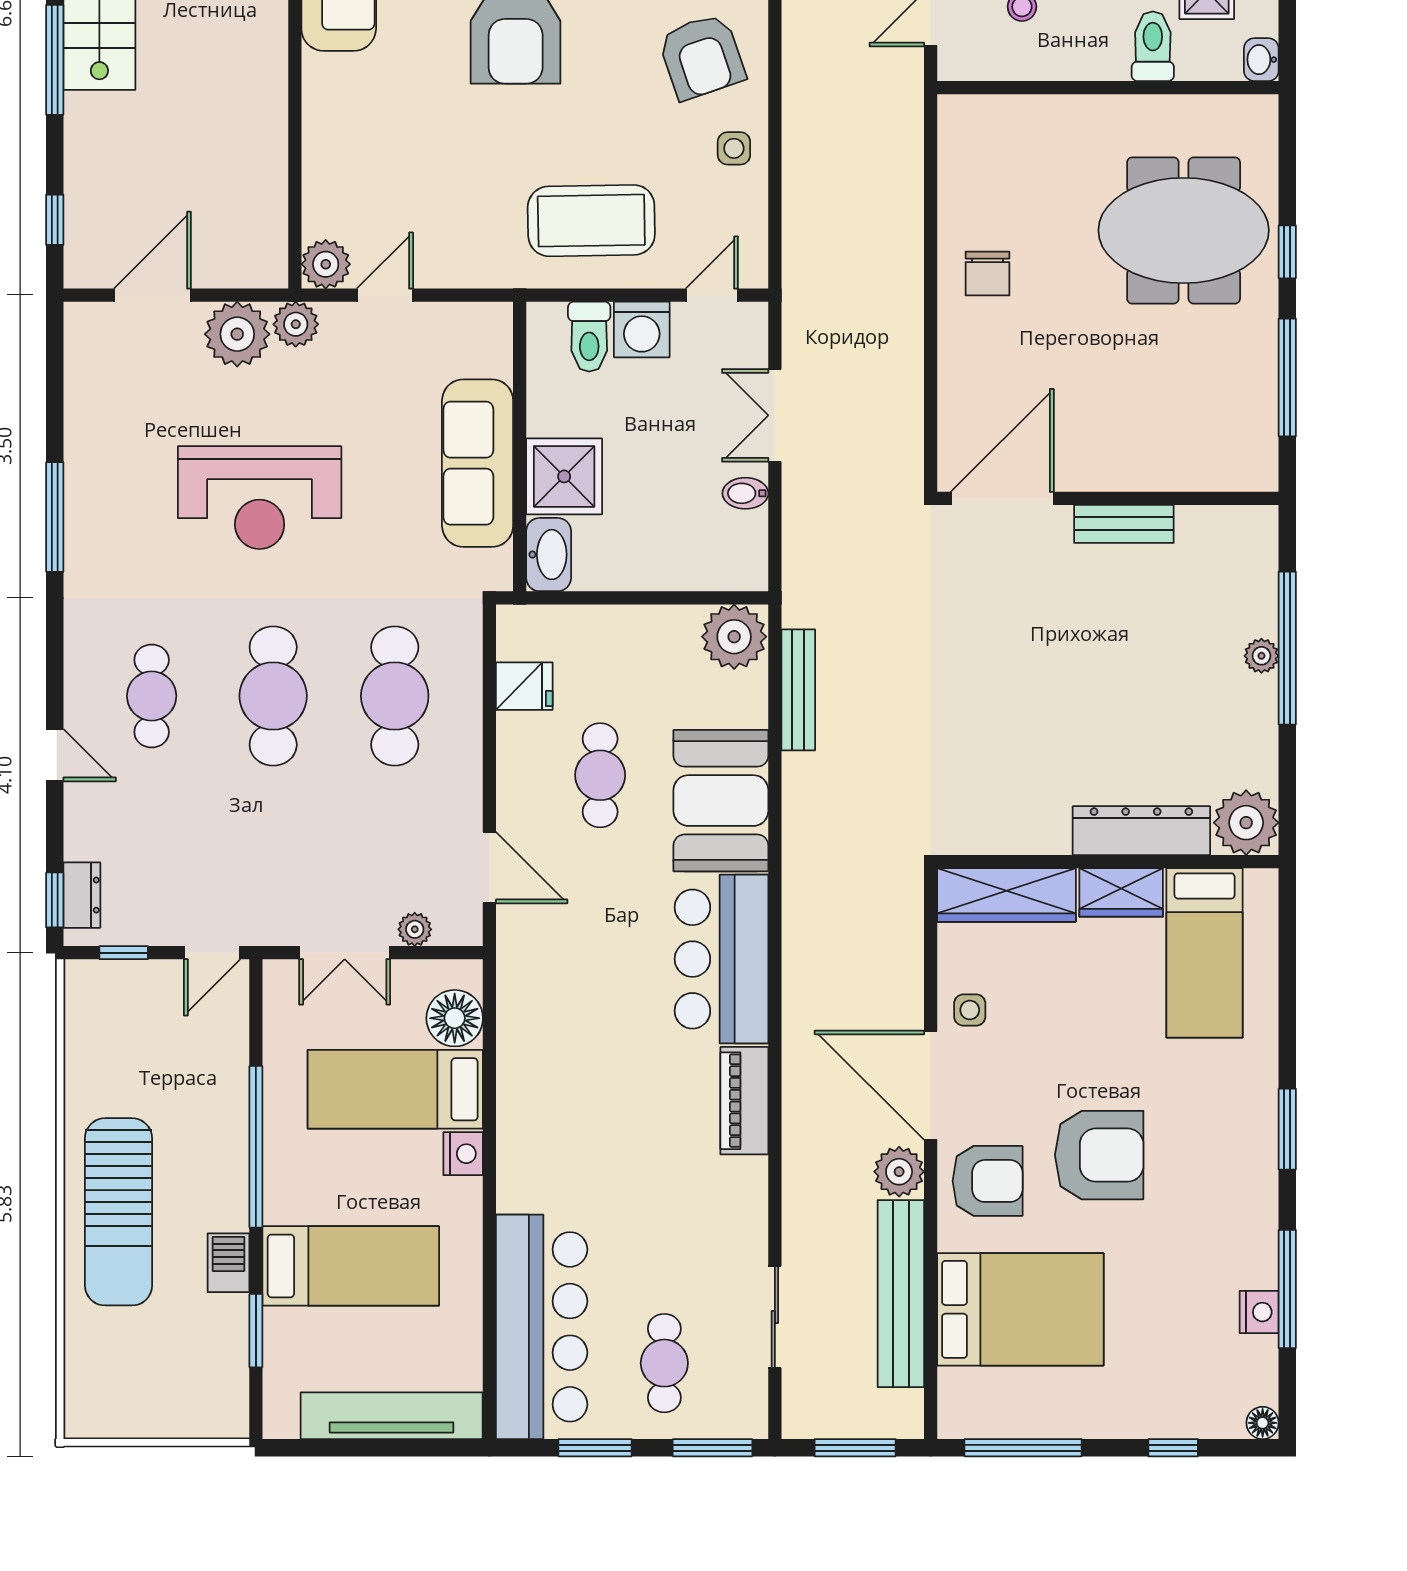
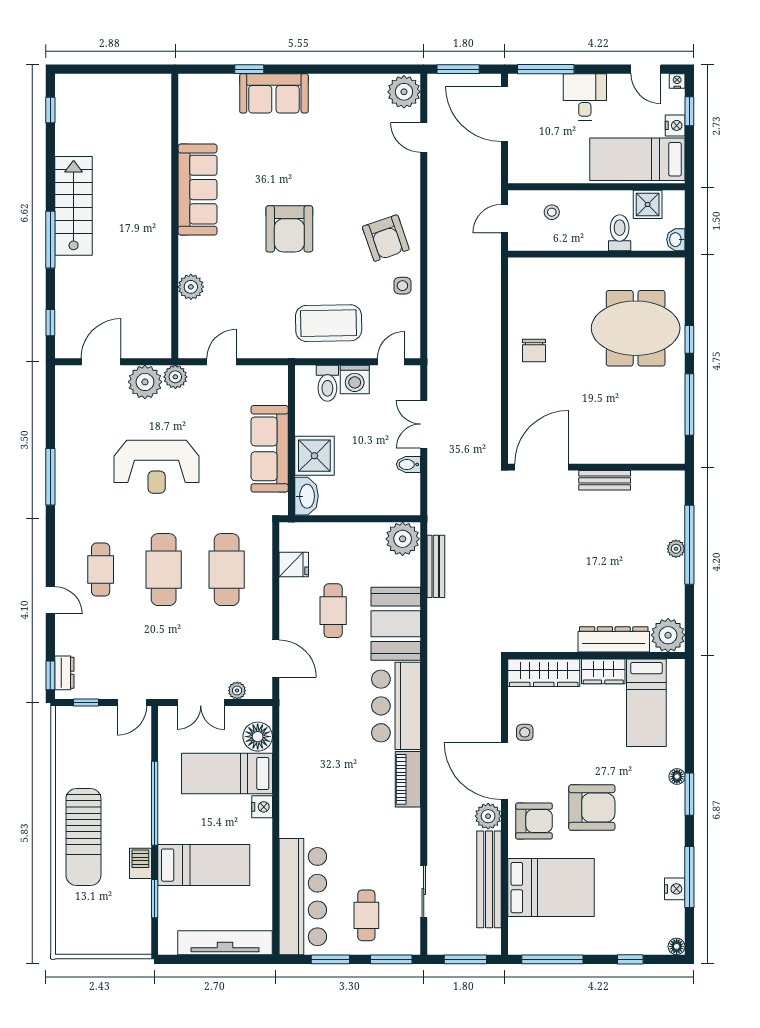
plant: (326, 264) -> (191, 287), moved
floor lamp: (1263, 1095) -> (677, 777), added

